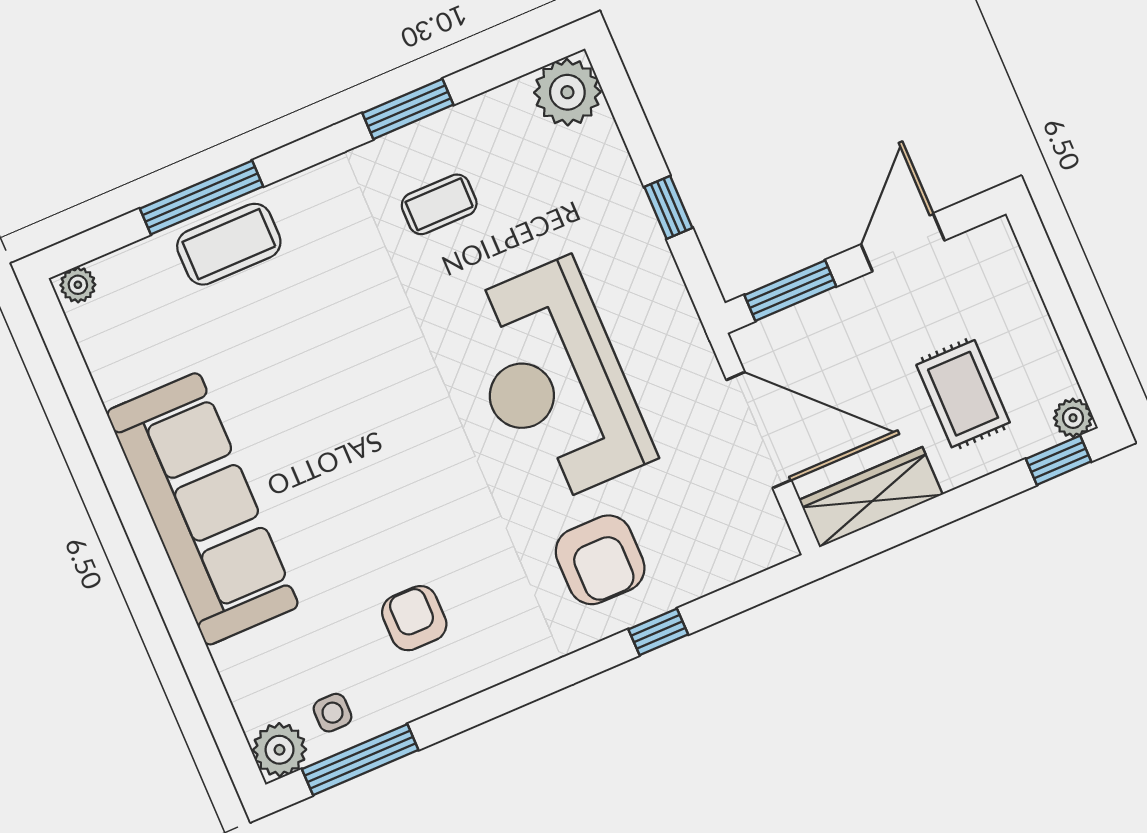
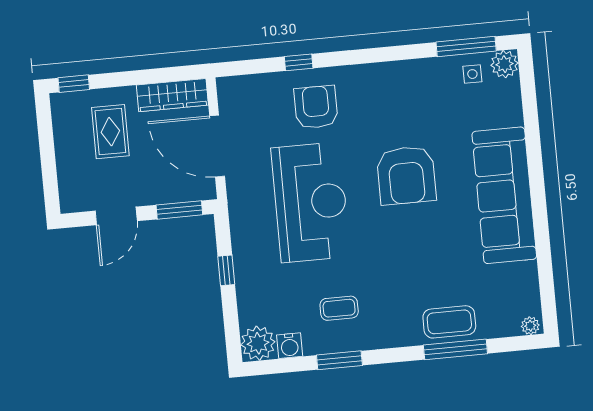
water cooler: (508, 106) -> (290, 346), added
plant: (1073, 418) -> (60, 102), removed
armchair: (414, 618) -> (406, 175), moved, width x1.88, depth x1.88

